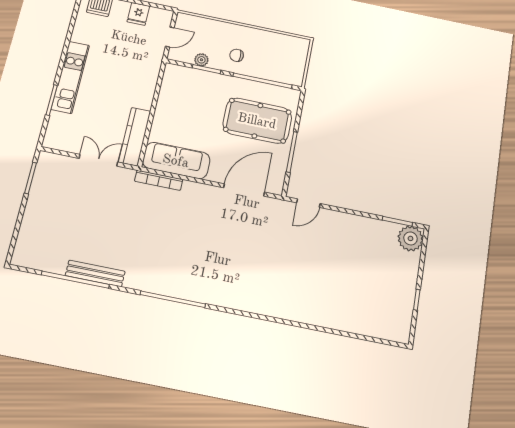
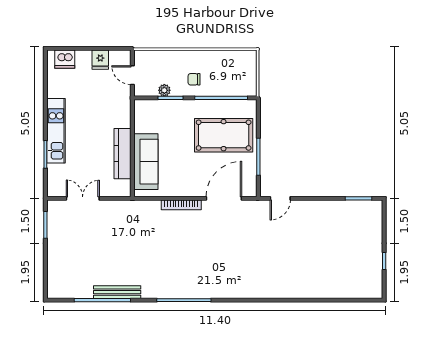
door: (170, 37) -> (132, 75), swing flipped
kitchen counter: (135, 137) -> (123, 154), moved
double door: (98, 160) -> (83, 198), moved
sofa: (176, 161) -> (146, 162), moved, turned 90
bookcase: (159, 180) -> (181, 205), moved
plant: (410, 238) -> (372, 211), removed

